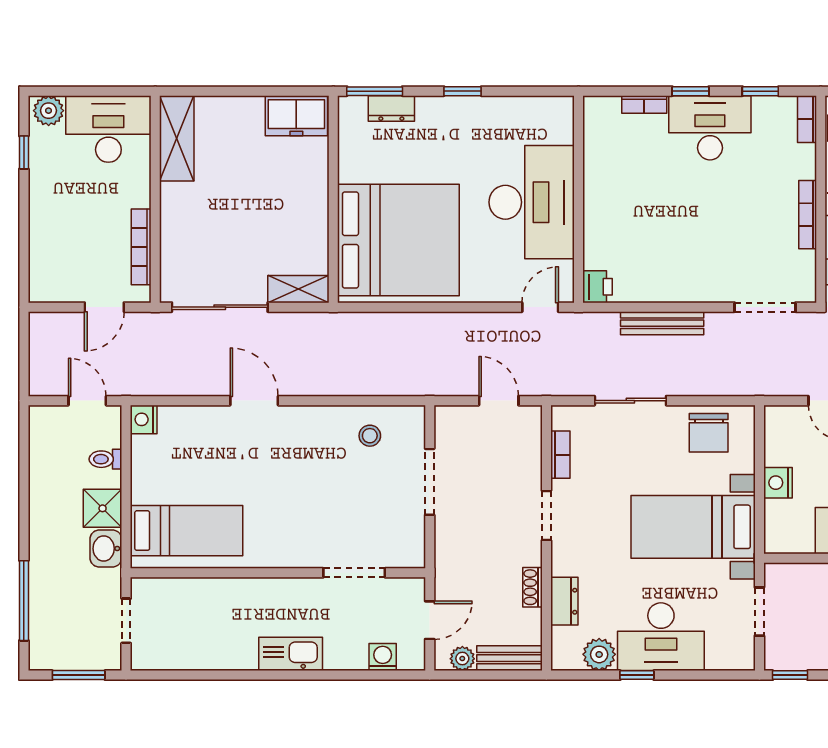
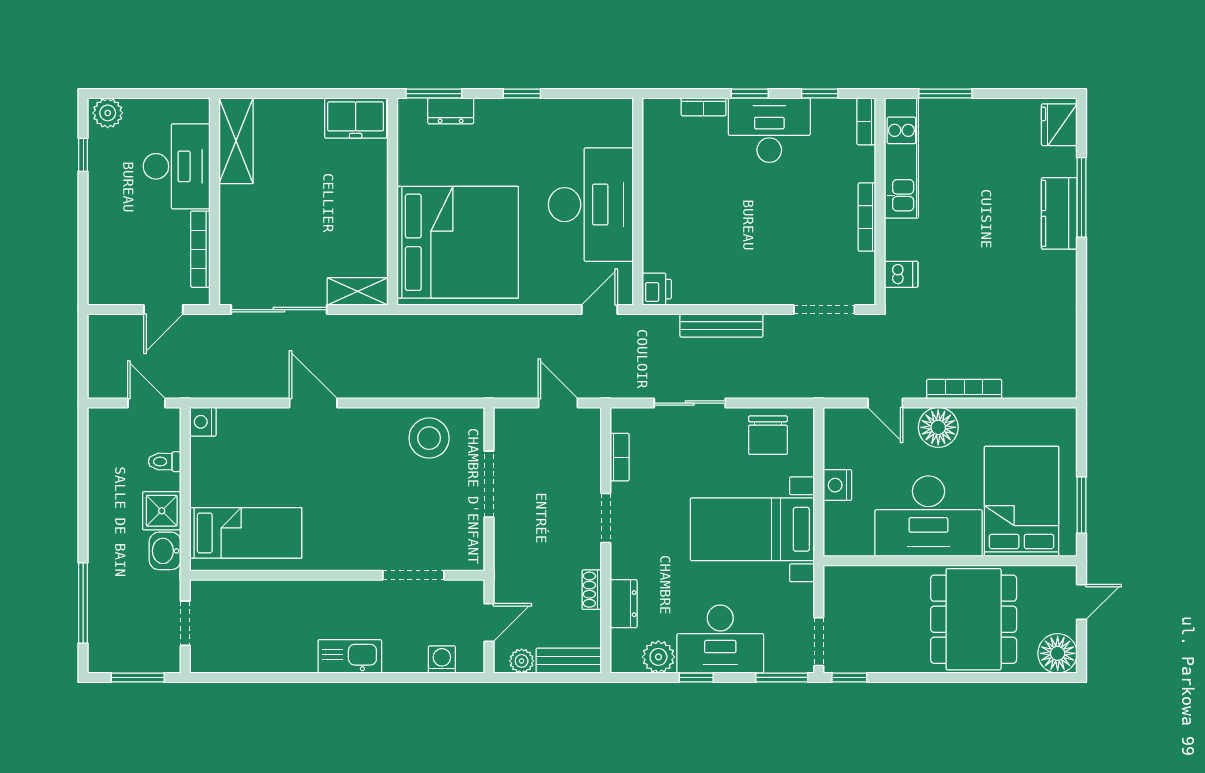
desk: (108, 129) -> (177, 166), moved, turned 90
stool: (370, 436) -> (429, 438), width x1.89, depth x1.89
doorway: (759, 612) -> (819, 642), moved
window: (722, 675) -> (782, 677), added

